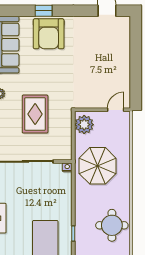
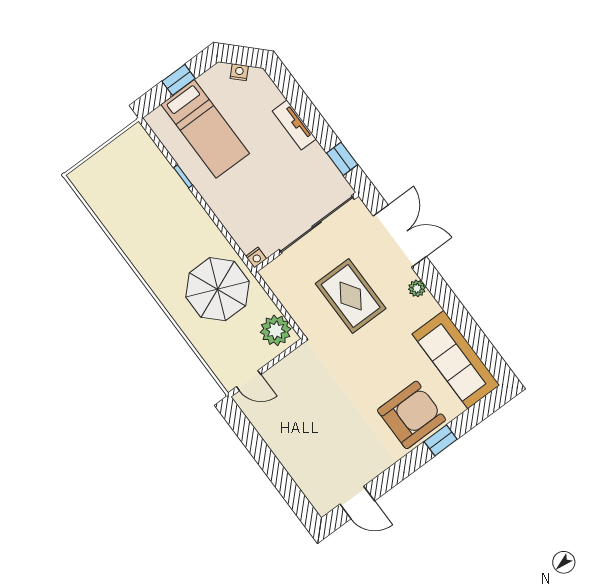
armchair: (49, 34) -> (411, 415), turned 90
door: (116, 110) -> (249, 381), hinge flipped
round table: (112, 225) -> (140, 225), removed

